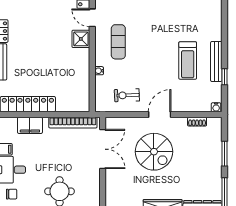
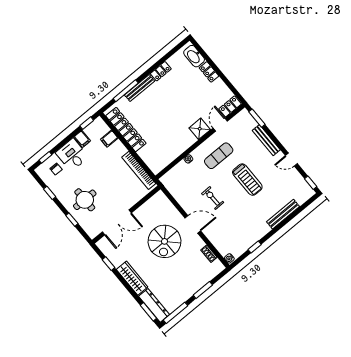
treadmill: (188, 60) -> (247, 180), moved, turned -90
bench: (216, 61) -> (283, 214), moved
exercise bike: (127, 95) -> (213, 198), moved
filing cabinet: (30, 125) -> (109, 139), width x0.50
double door: (103, 149) -> (117, 222), moved

